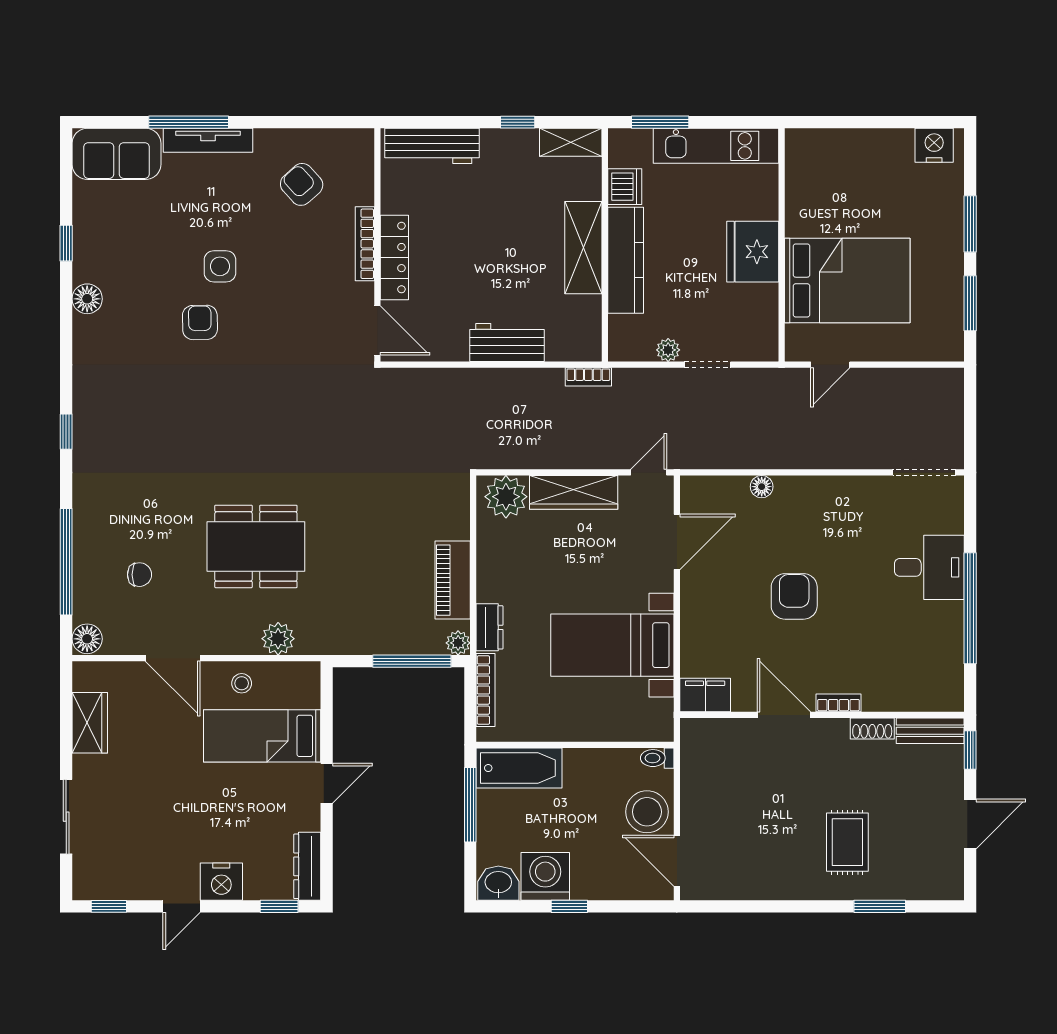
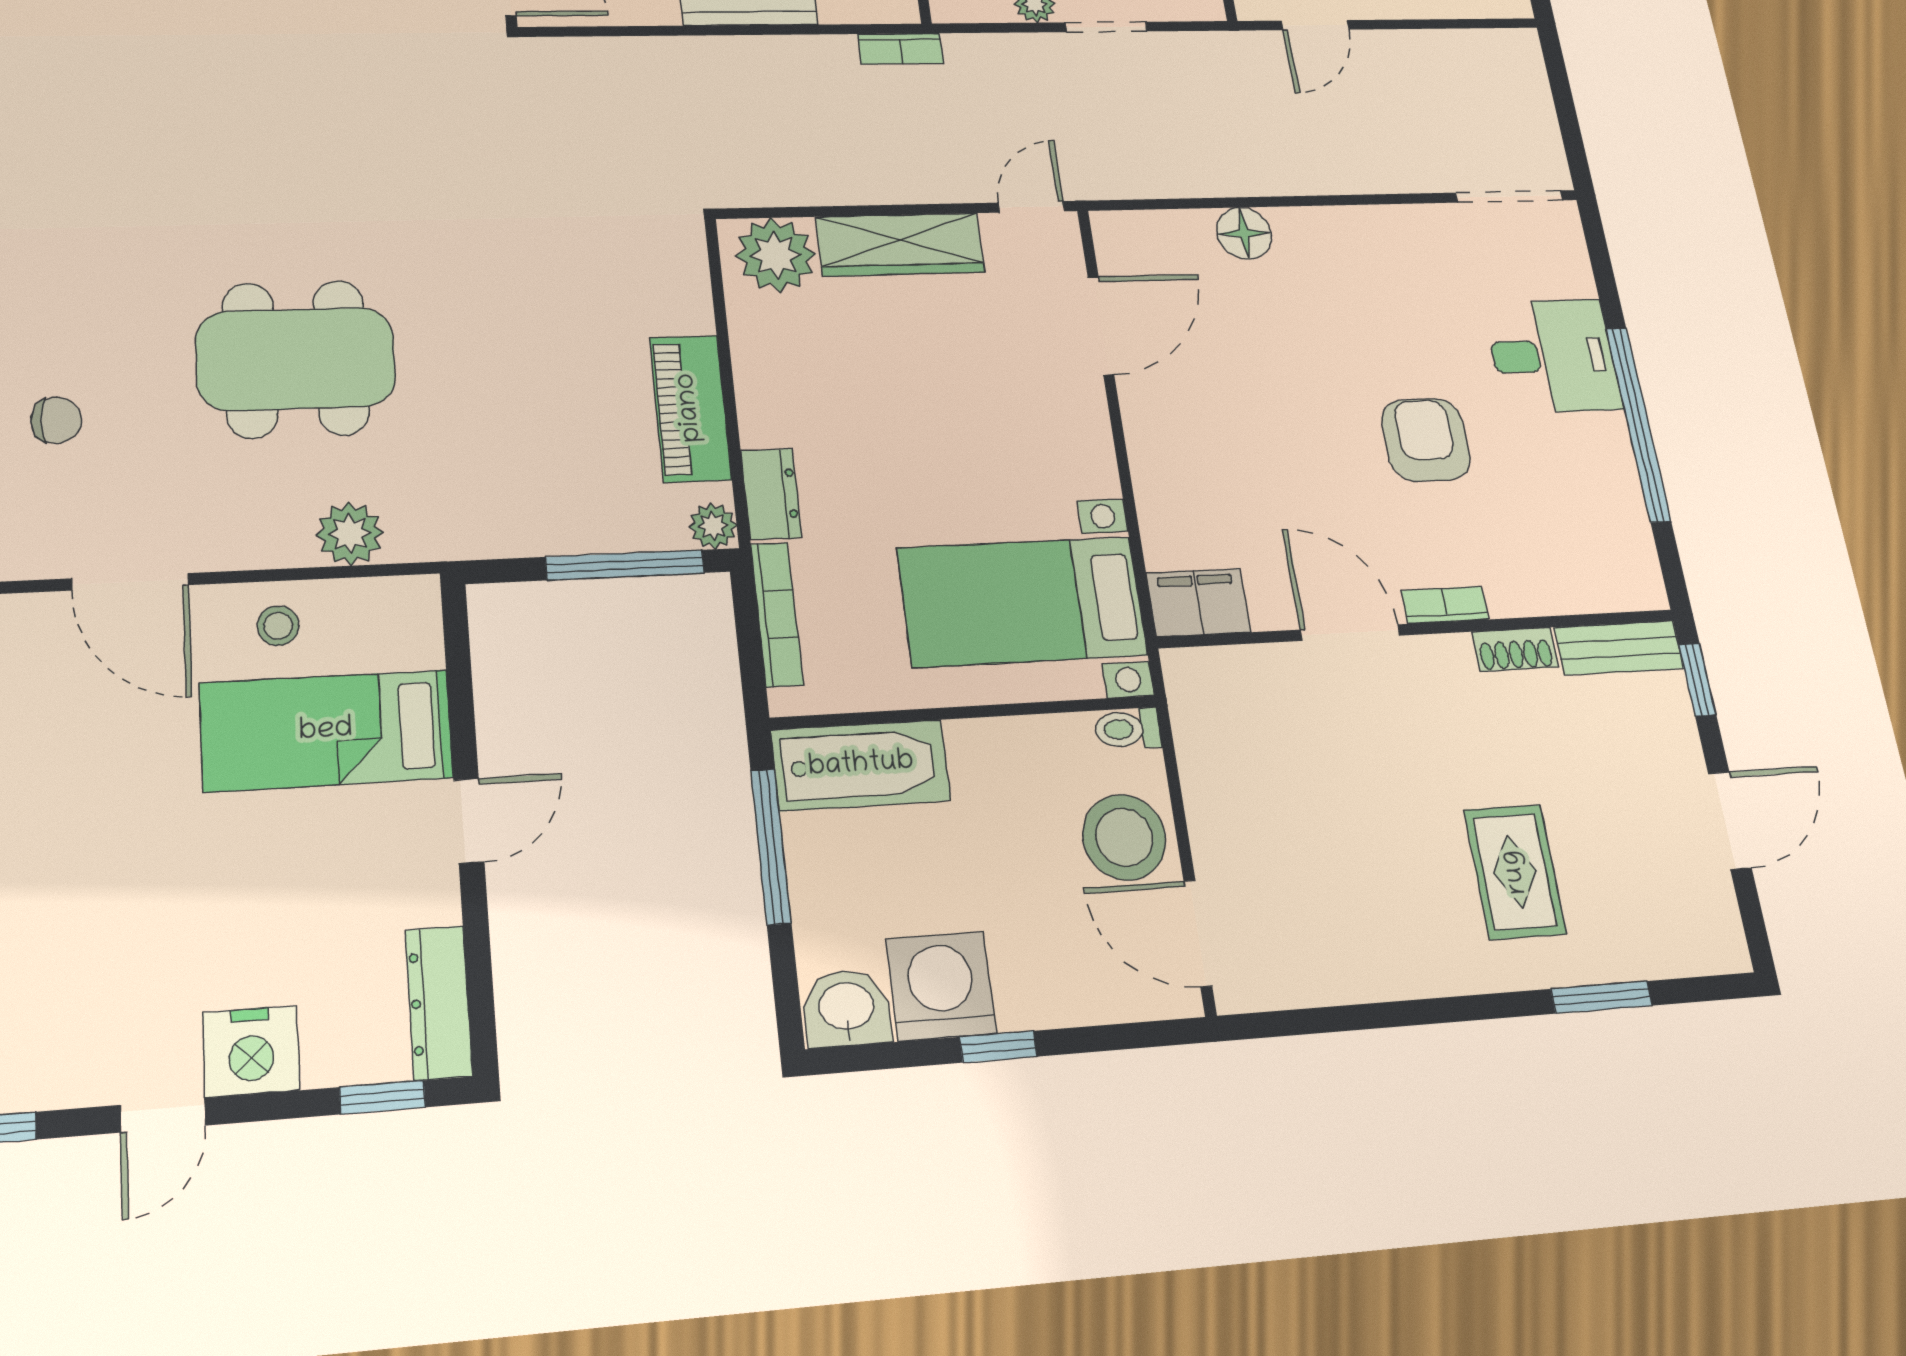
floor lamp: (762, 487) -> (1244, 233), width x1.37, depth x1.37
armchair: (794, 596) -> (1426, 440), moved
bed with nightstands: (612, 645) -> (1022, 602), moved

